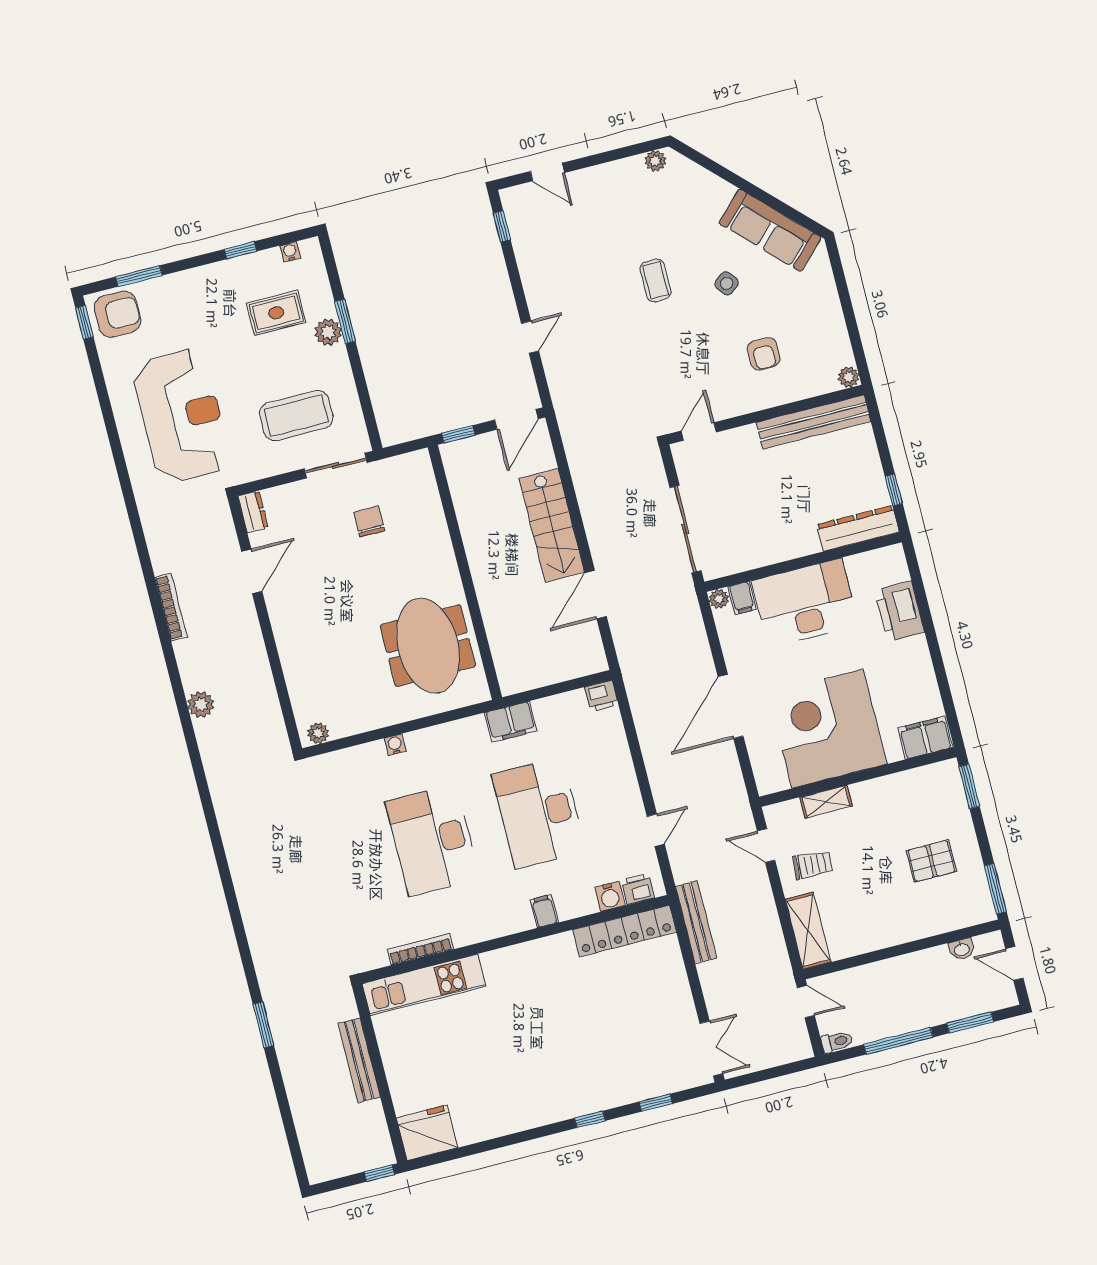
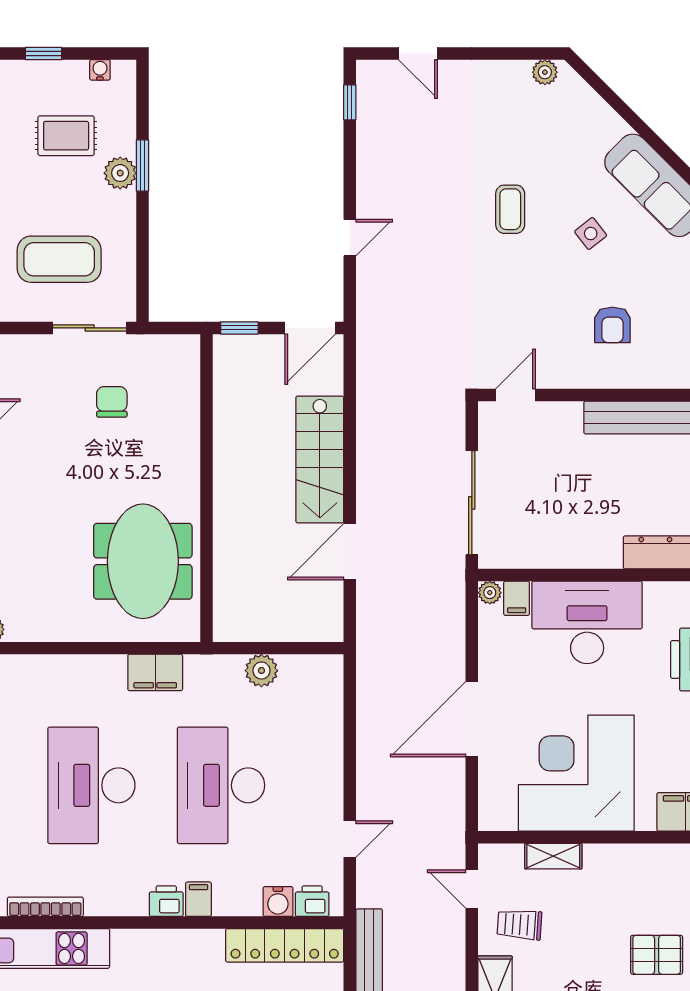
printer: (601, 696) -> (166, 901), moved, turned 180
plant: (548, 710) -> (261, 671), added
filing cabinet: (511, 722) -> (155, 672), moved
water cooler: (395, 745) -> (76, 665), removed
trolley: (813, 865) -> (520, 925), turned 180

